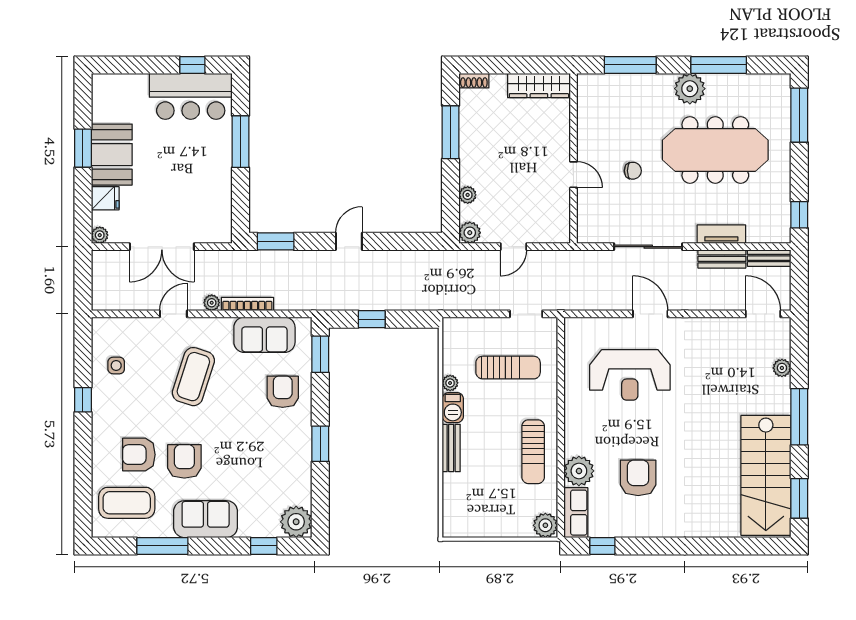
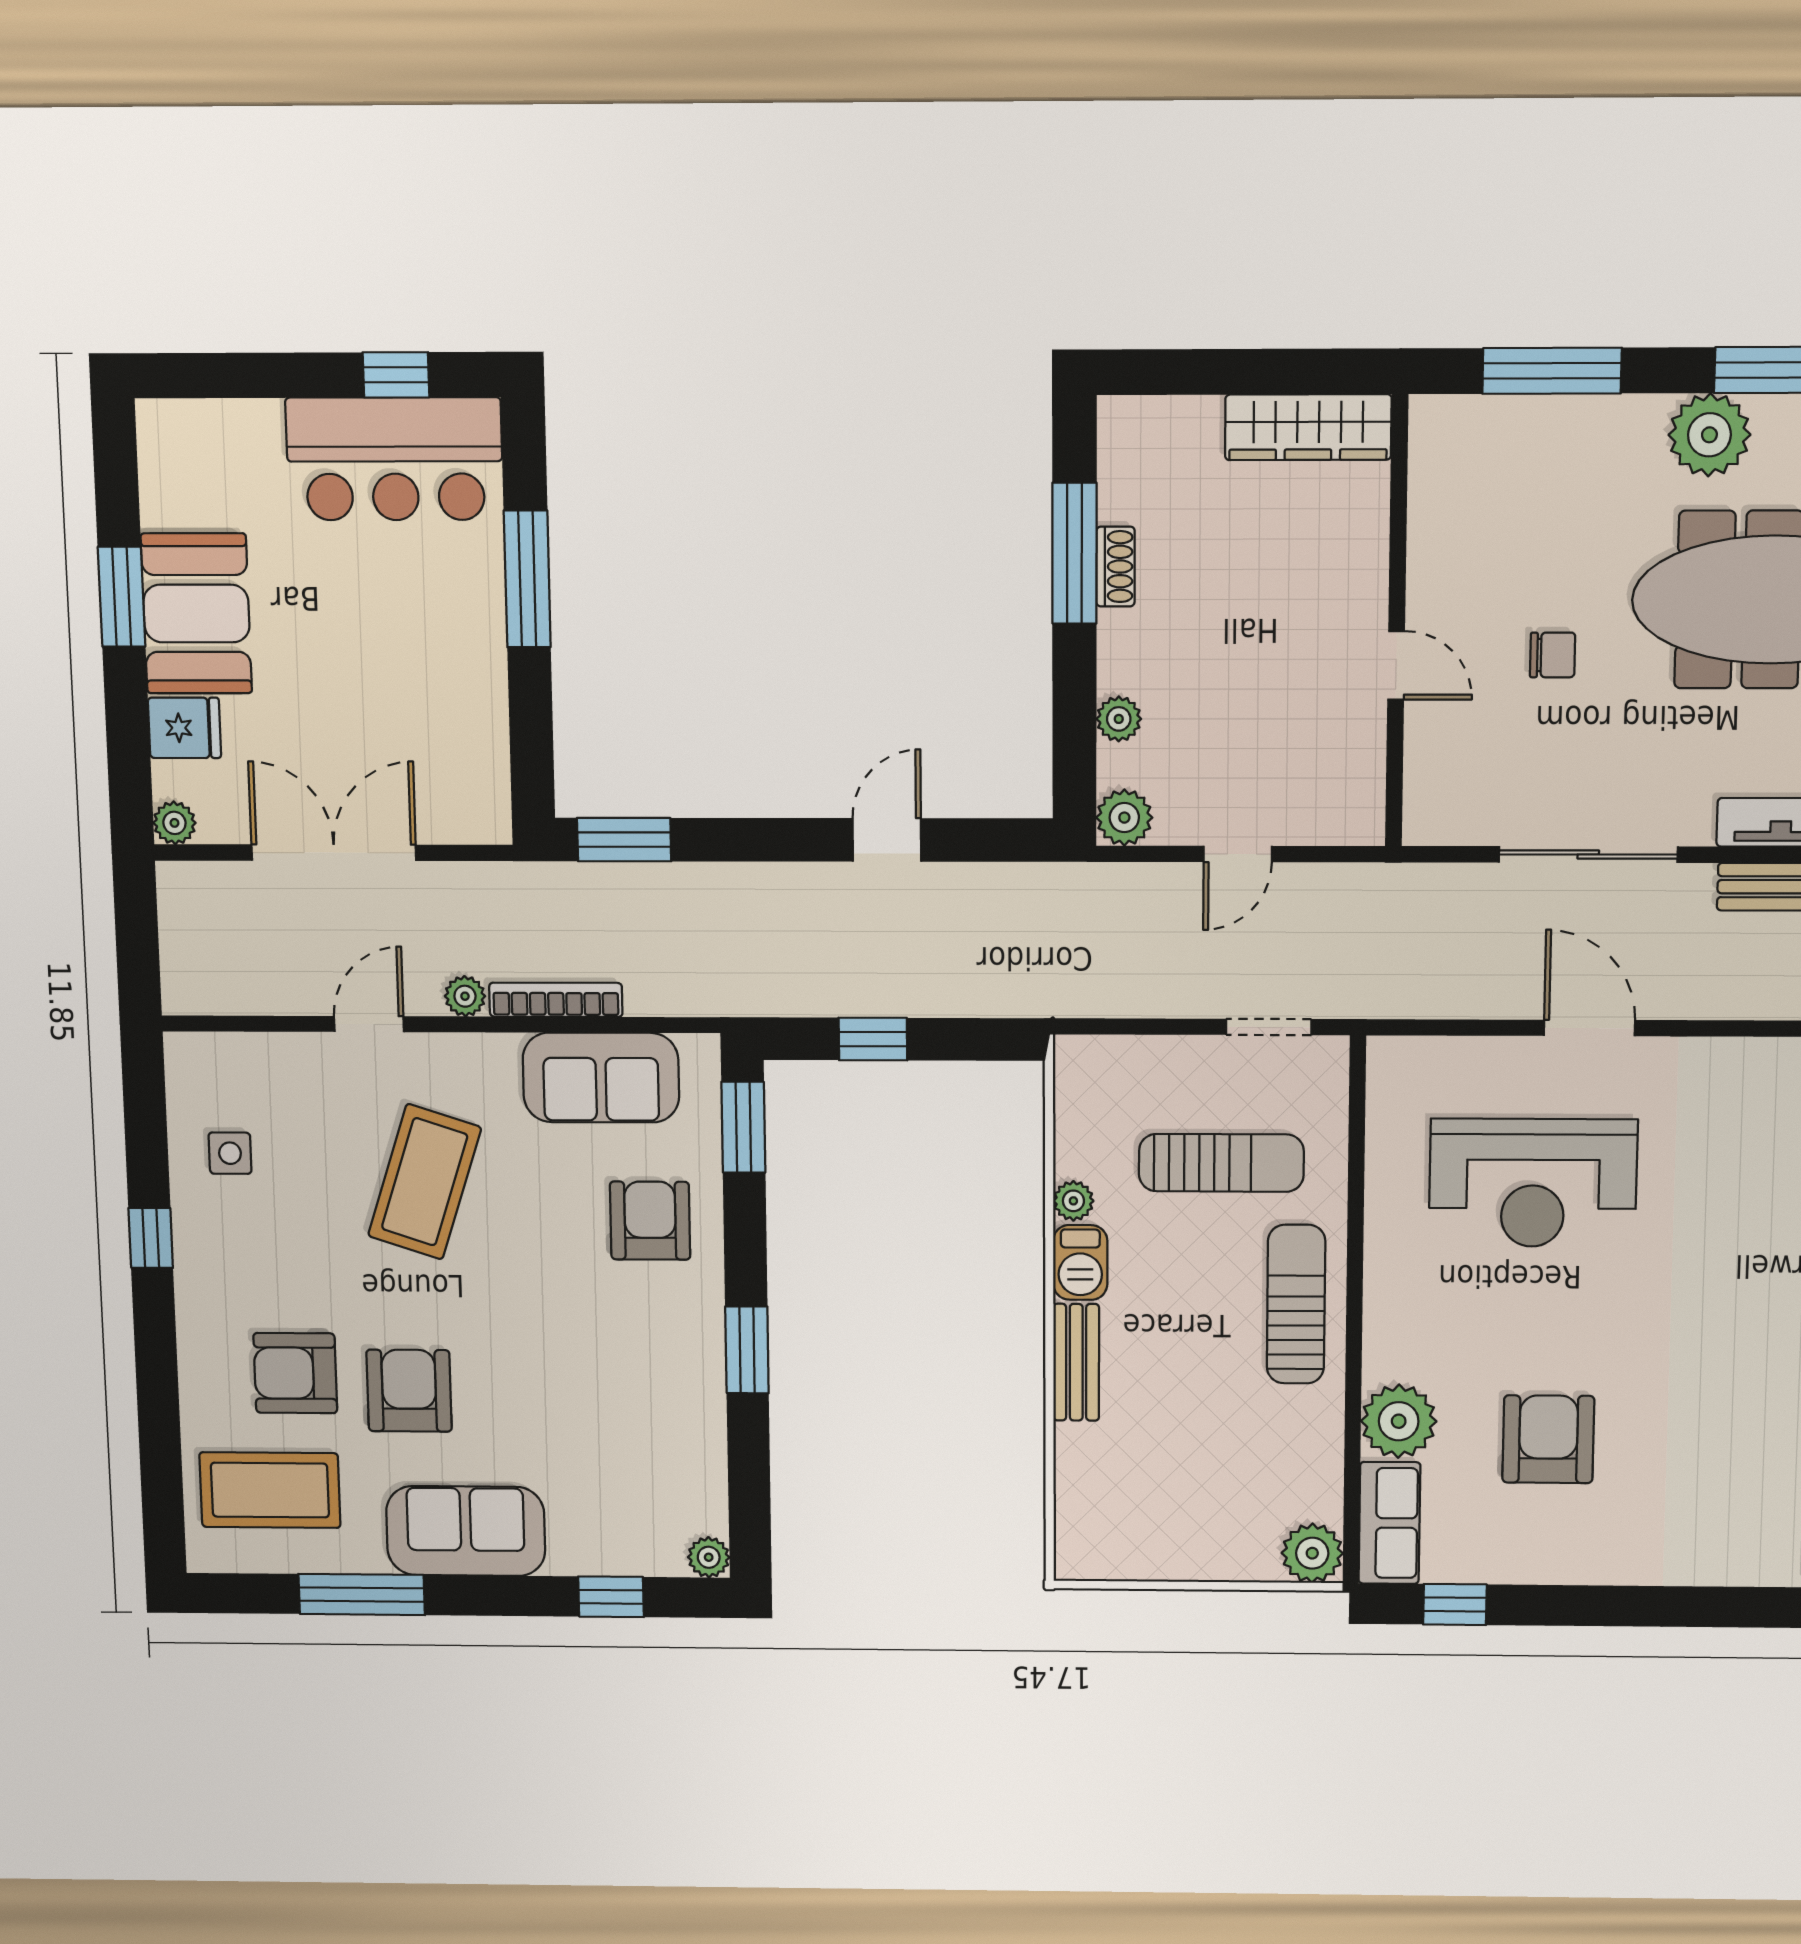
shoe rack: (474, 81) -> (1116, 567), moved, turned -90
door: (349, 241) -> (887, 840), moved
double door: (162, 247) -> (334, 853), swing flipped
sun lounger: (533, 452) -> (1296, 1304), moved, turned 180
plant: (296, 522) -> (709, 1557), width x0.53, depth x0.53

